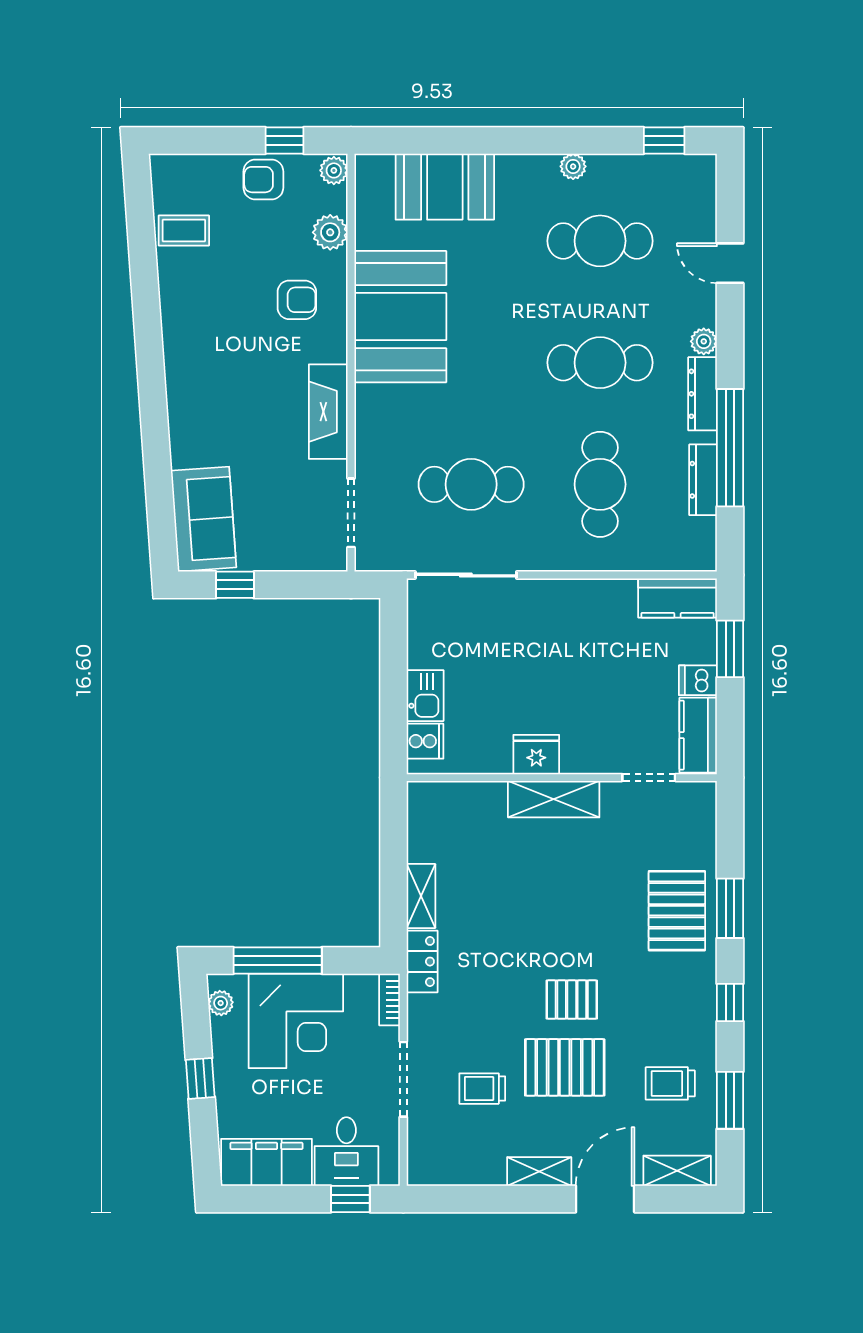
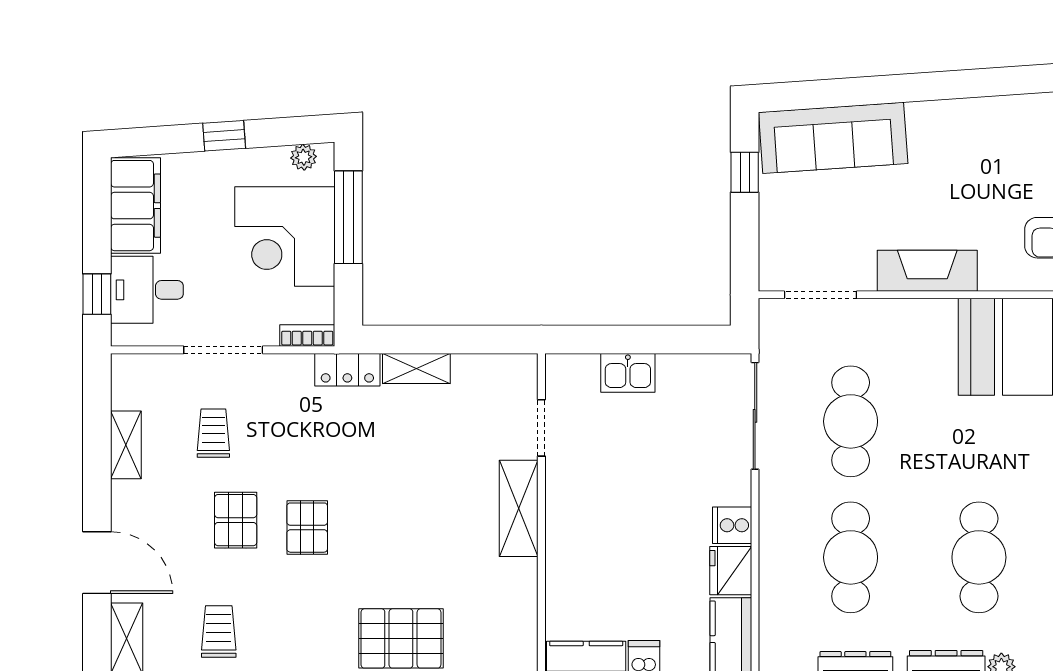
cafe table: (600, 484) -> (851, 557), turned 90
sofa: (204, 519) -> (833, 138), width x1.36
cooker: (425, 741) -> (732, 525), moved, turned 90
fridge: (536, 755) -> (731, 571), moved, turned 180
doorway: (649, 778) -> (541, 428), moved
pallet: (565, 1067) -> (236, 520), width x0.67, depth x0.71
shelving: (539, 1171) -> (126, 445), moved

